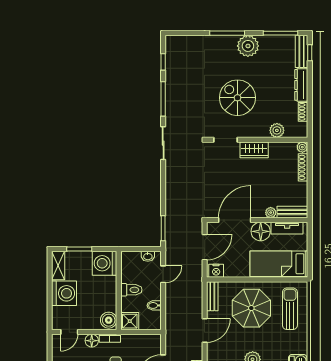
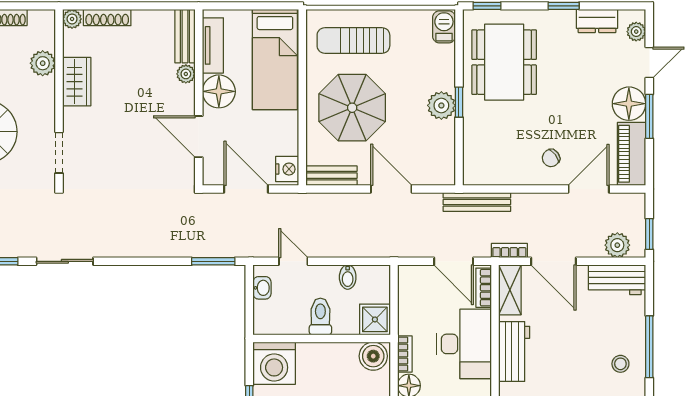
wardrobe: (254, 150) -> (77, 82), moved
door: (235, 220) -> (199, 137), width x0.73

